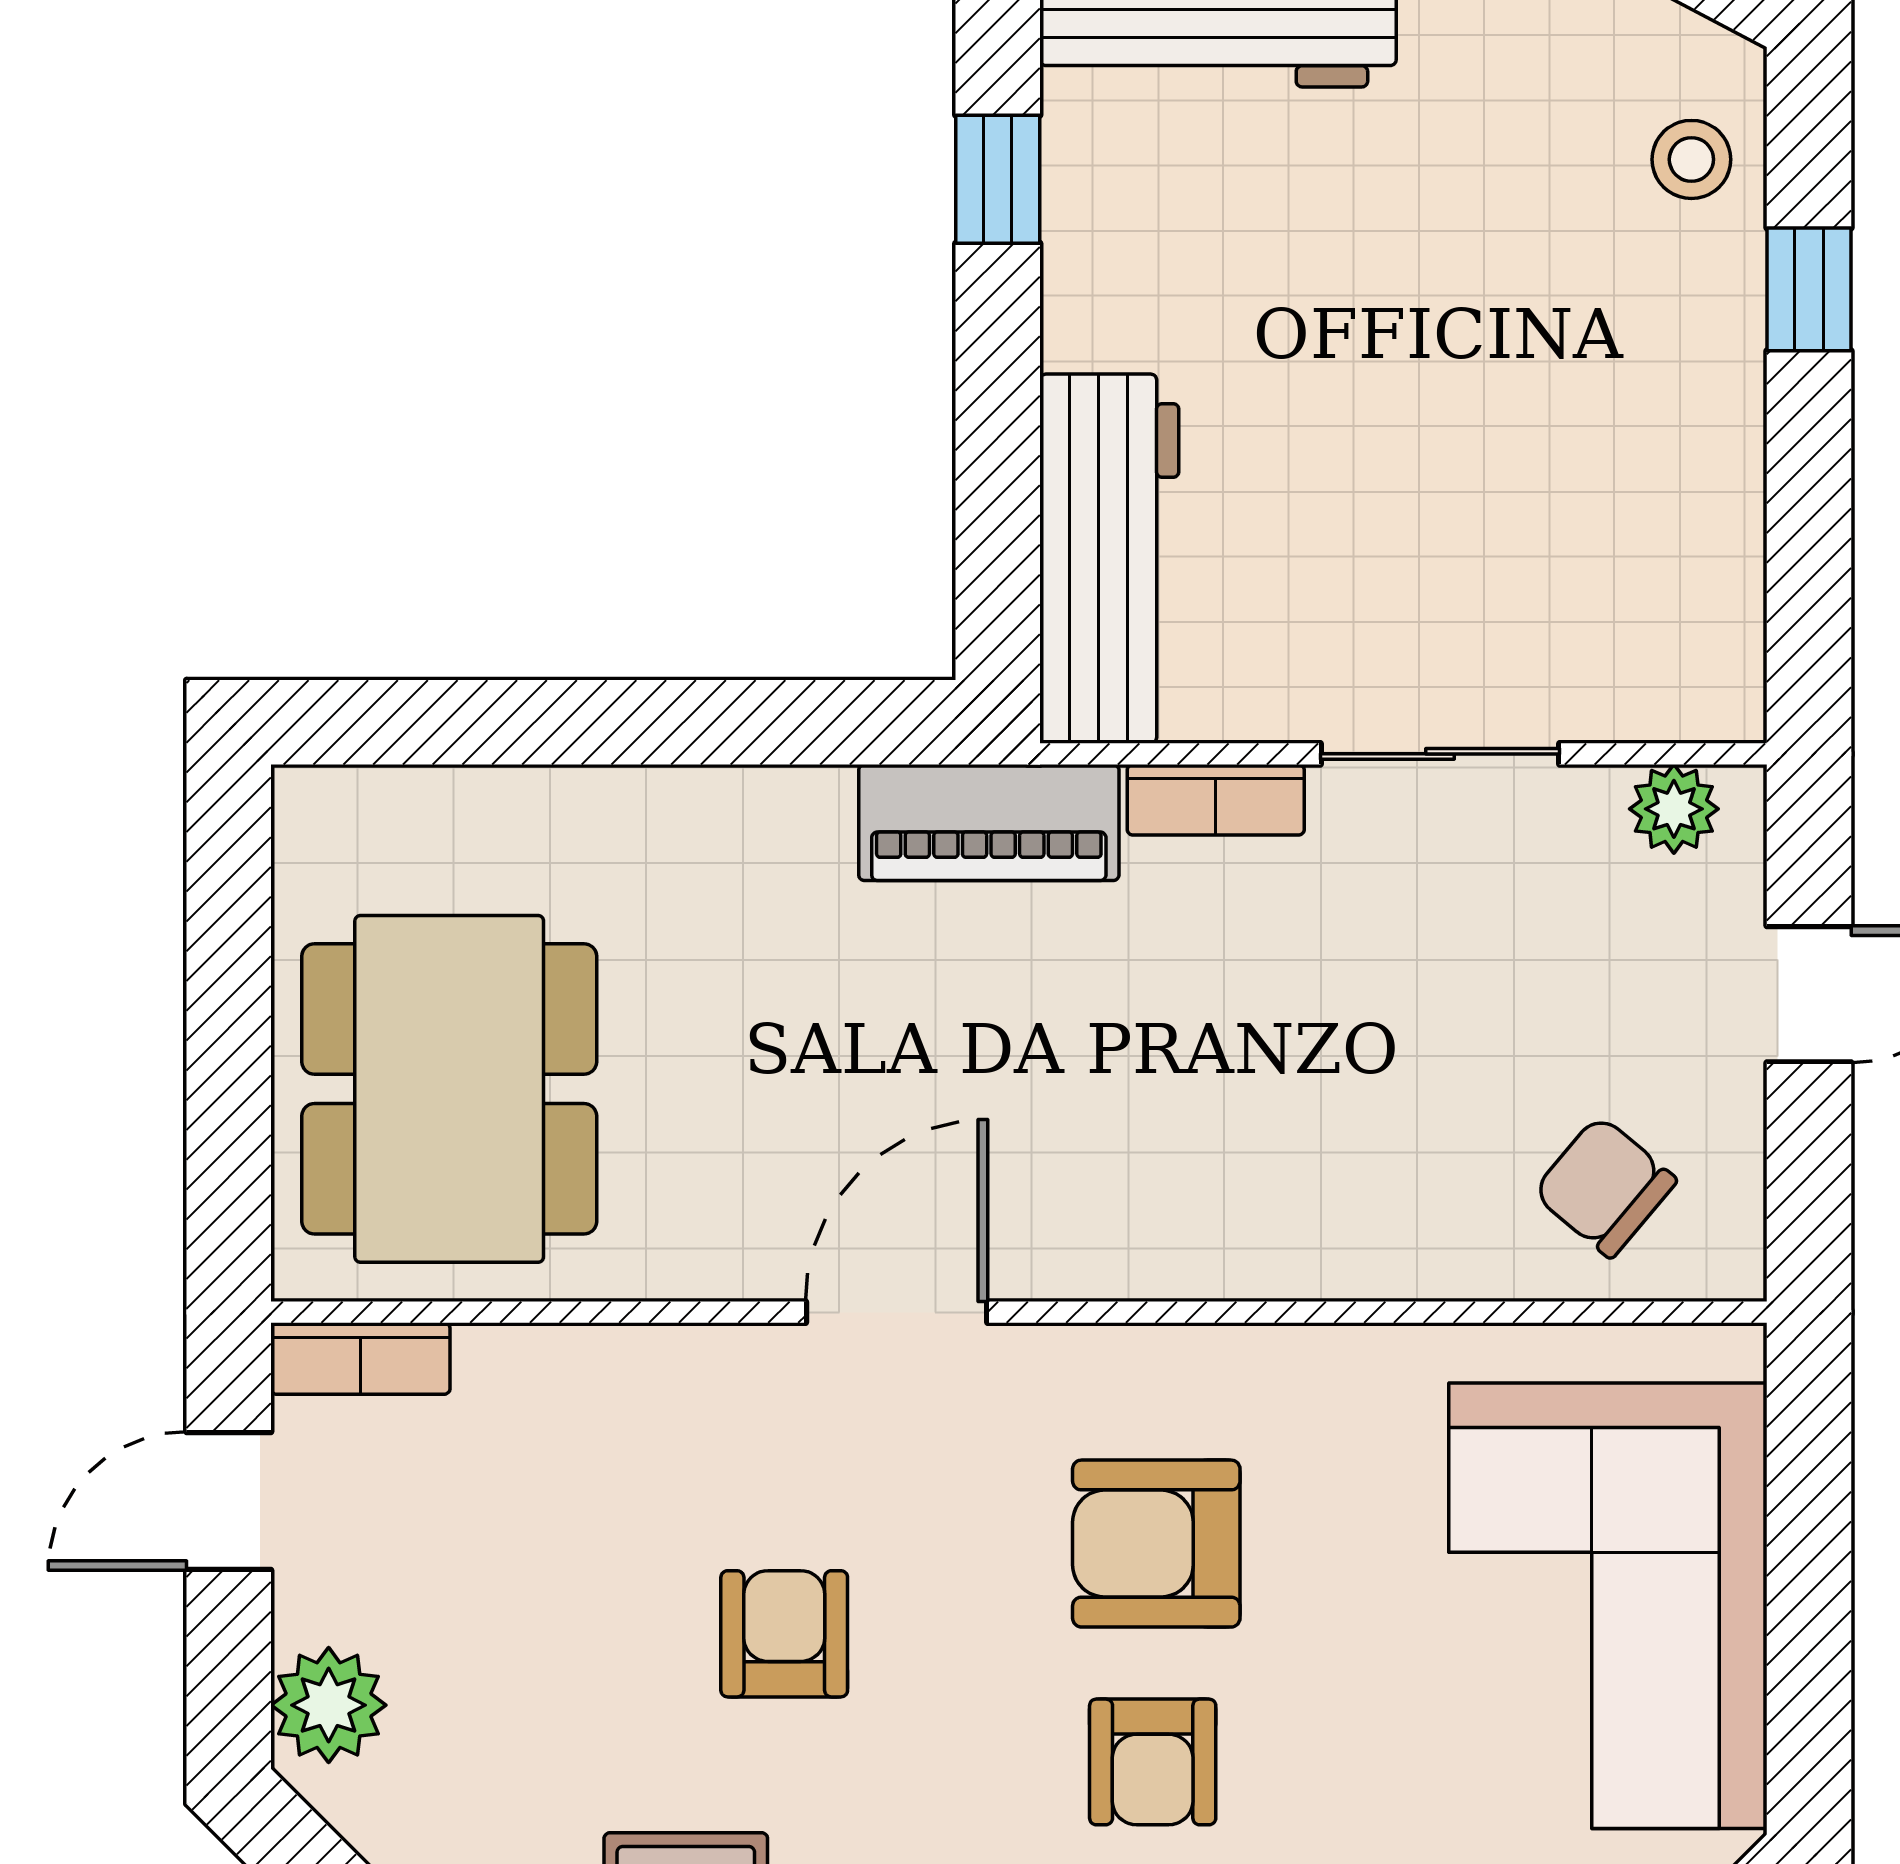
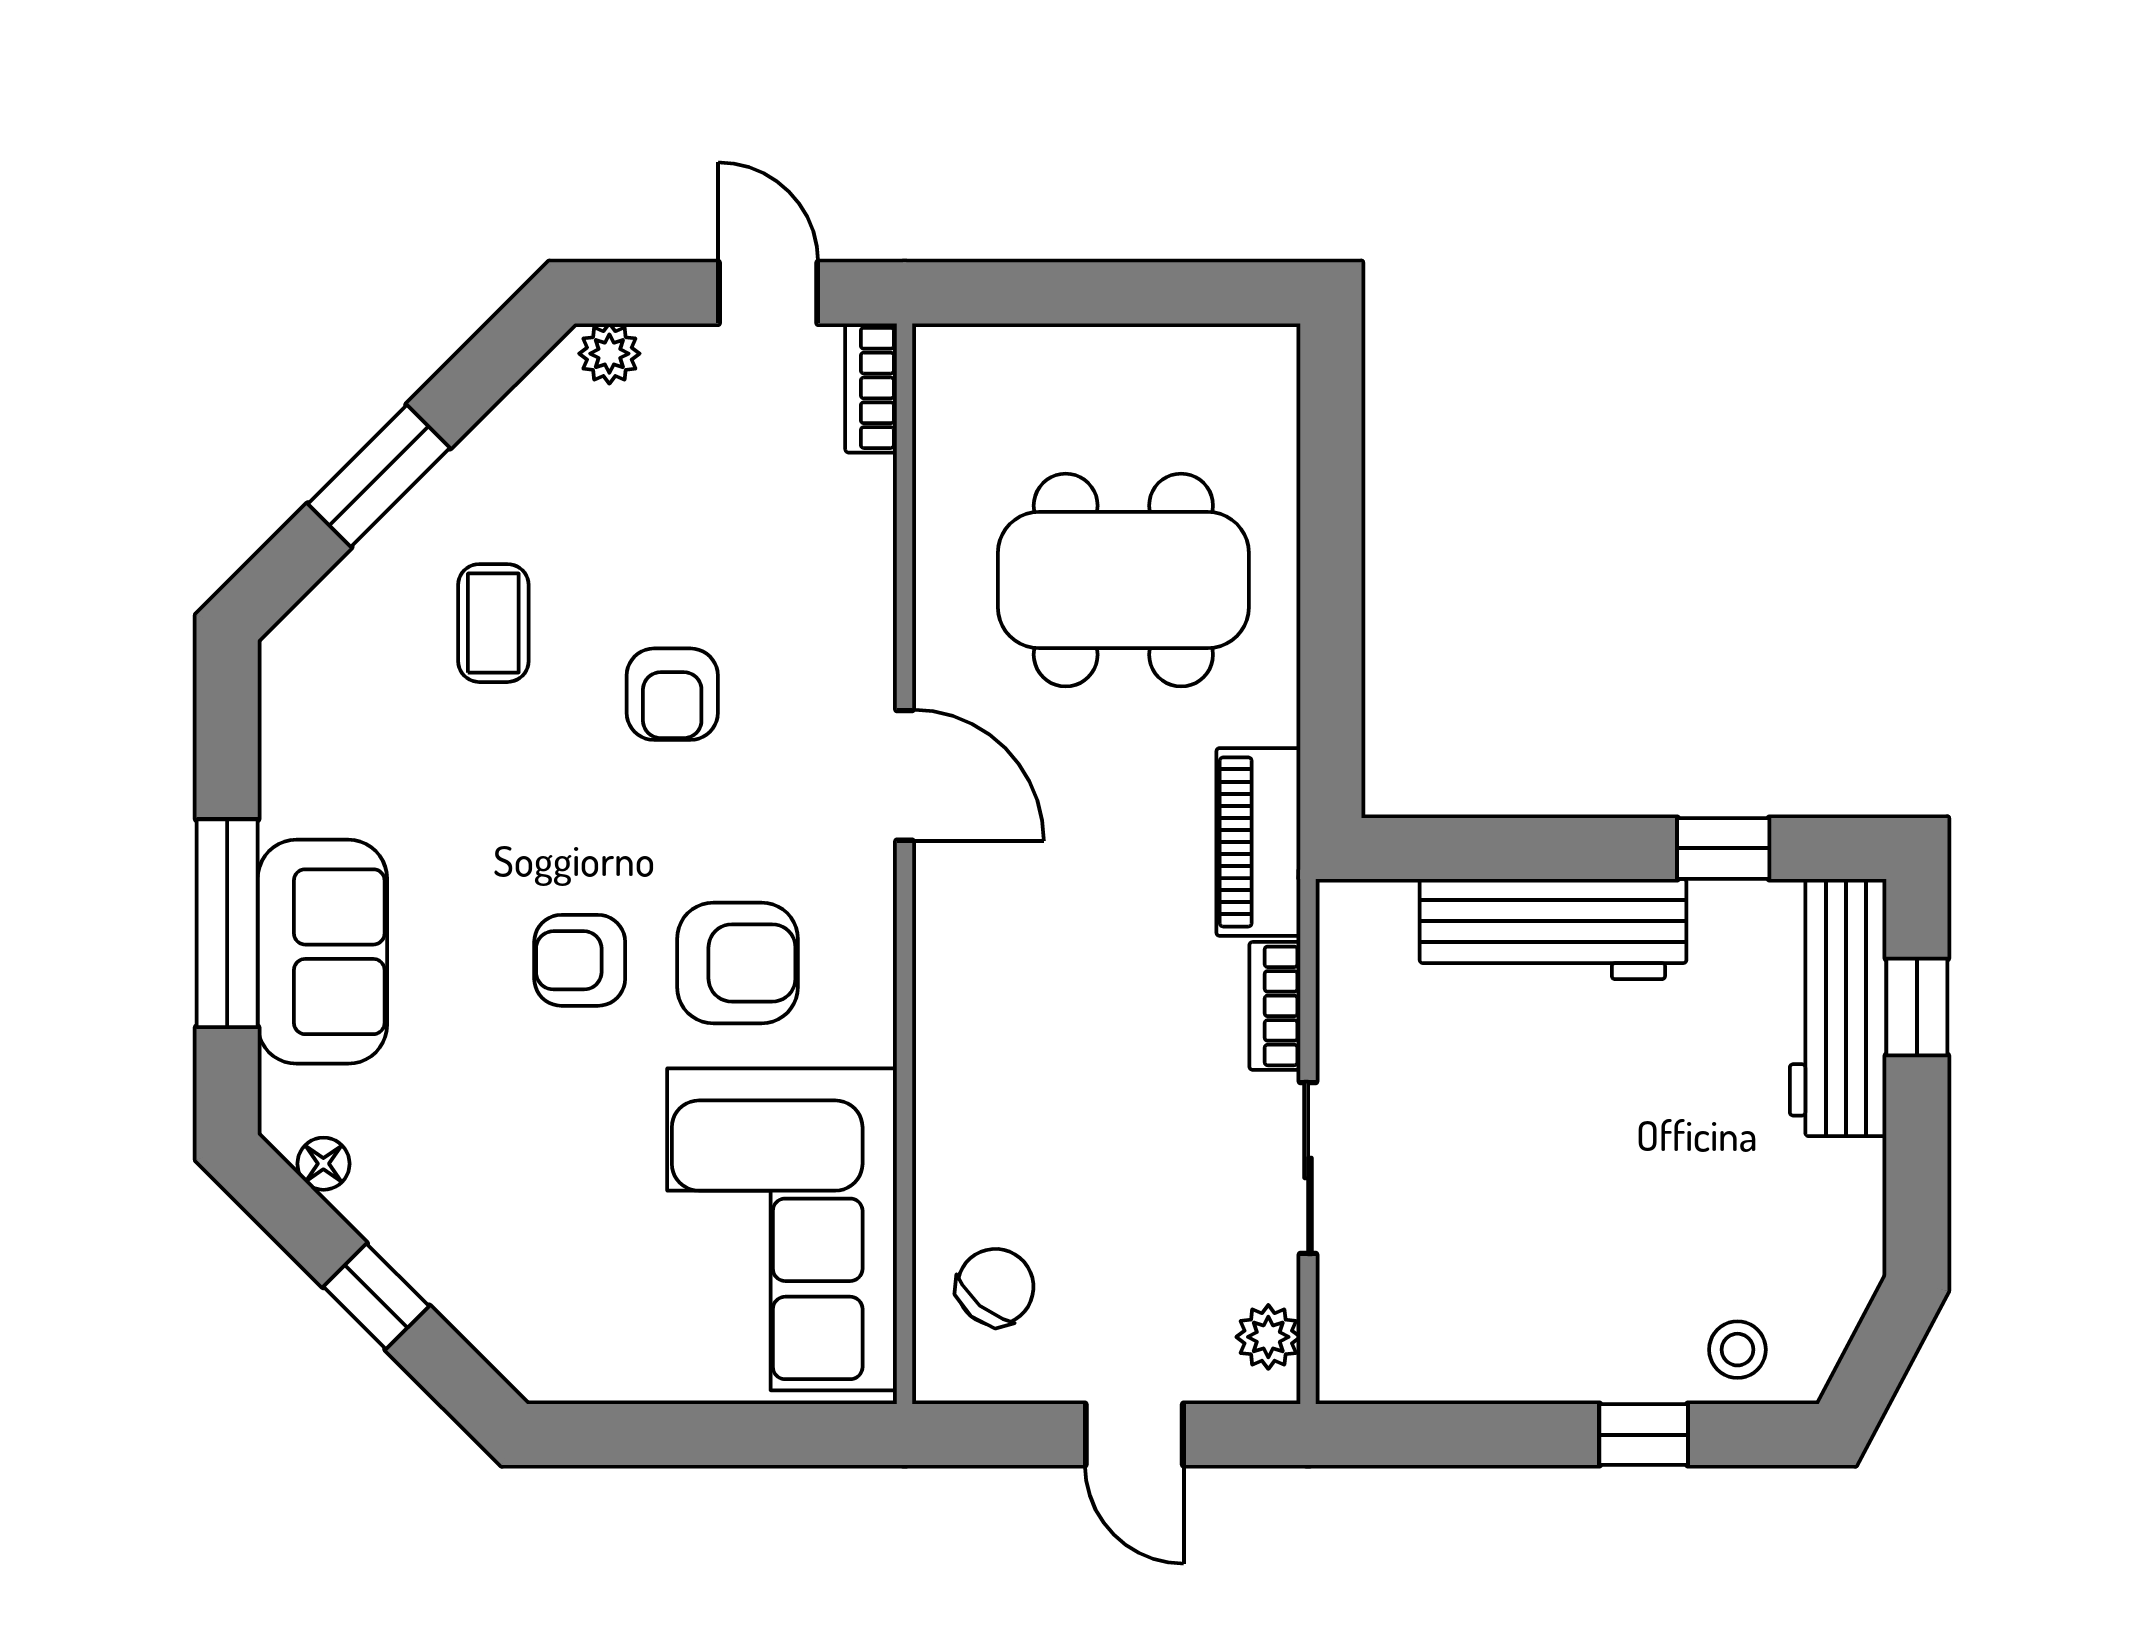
workbench: (1109, 559) -> (1553, 929), moved
dining table: (449, 1089) -> (1123, 580), moved
armchair: (1156, 1544) -> (737, 963), turned 90
corner sofa: (1608, 1606) -> (782, 1229), moved, turned -90
armchair: (784, 1634) -> (672, 694), turned 90
plant: (329, 1705) -> (609, 354), width x0.73, depth x0.73

